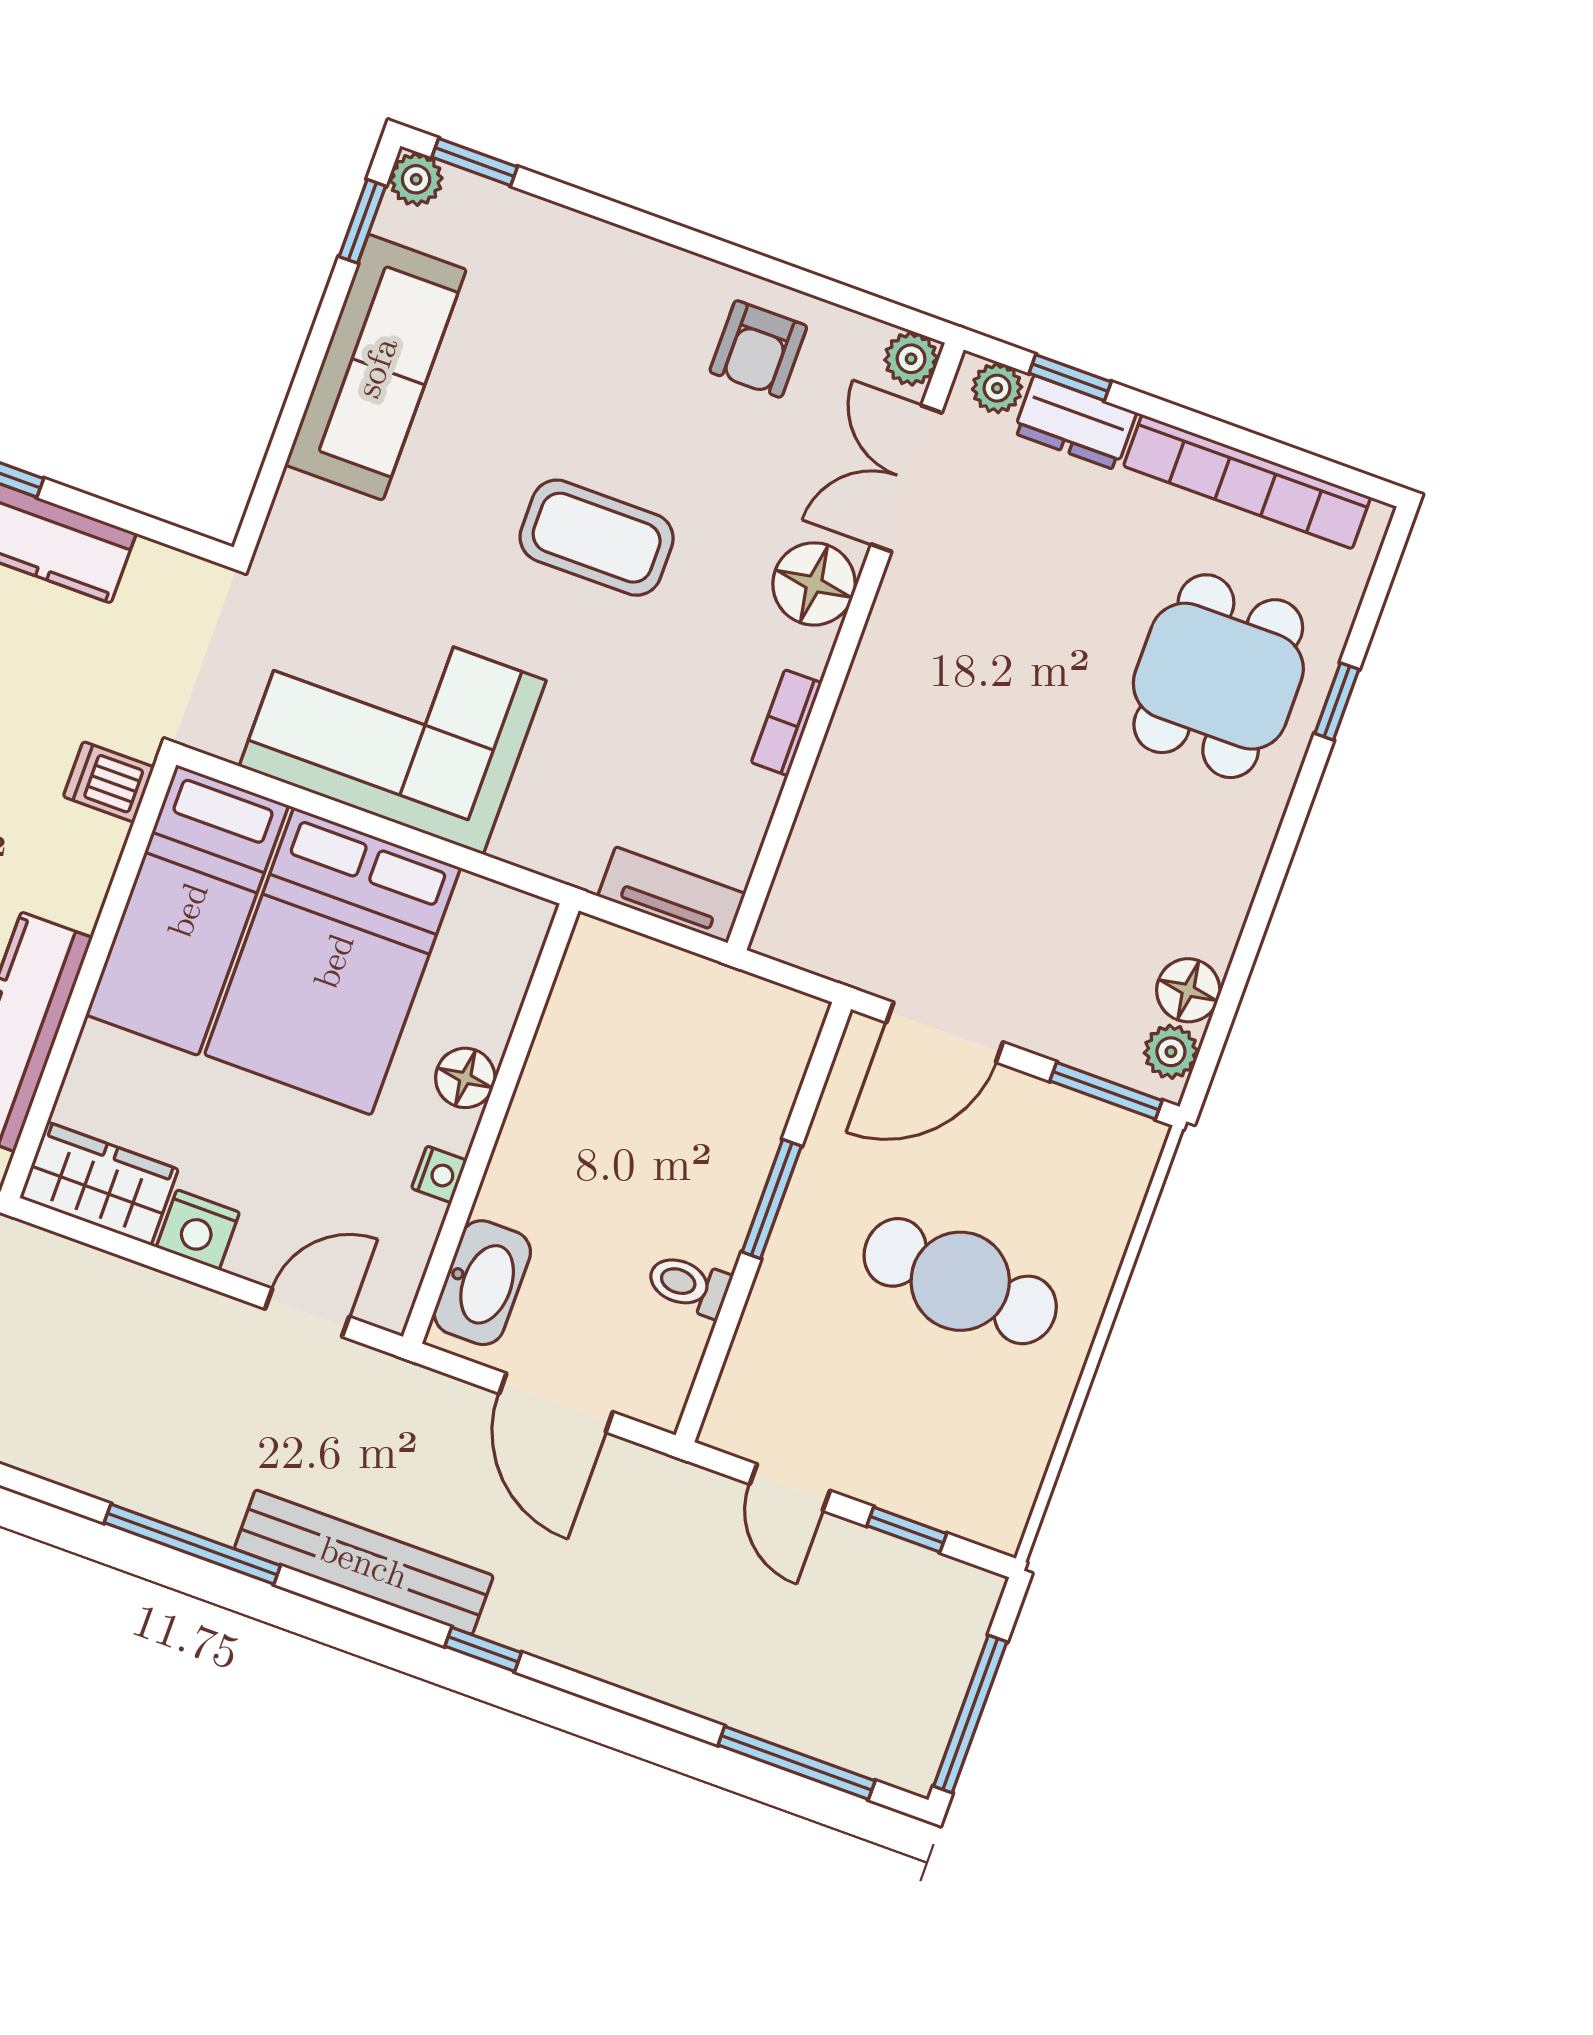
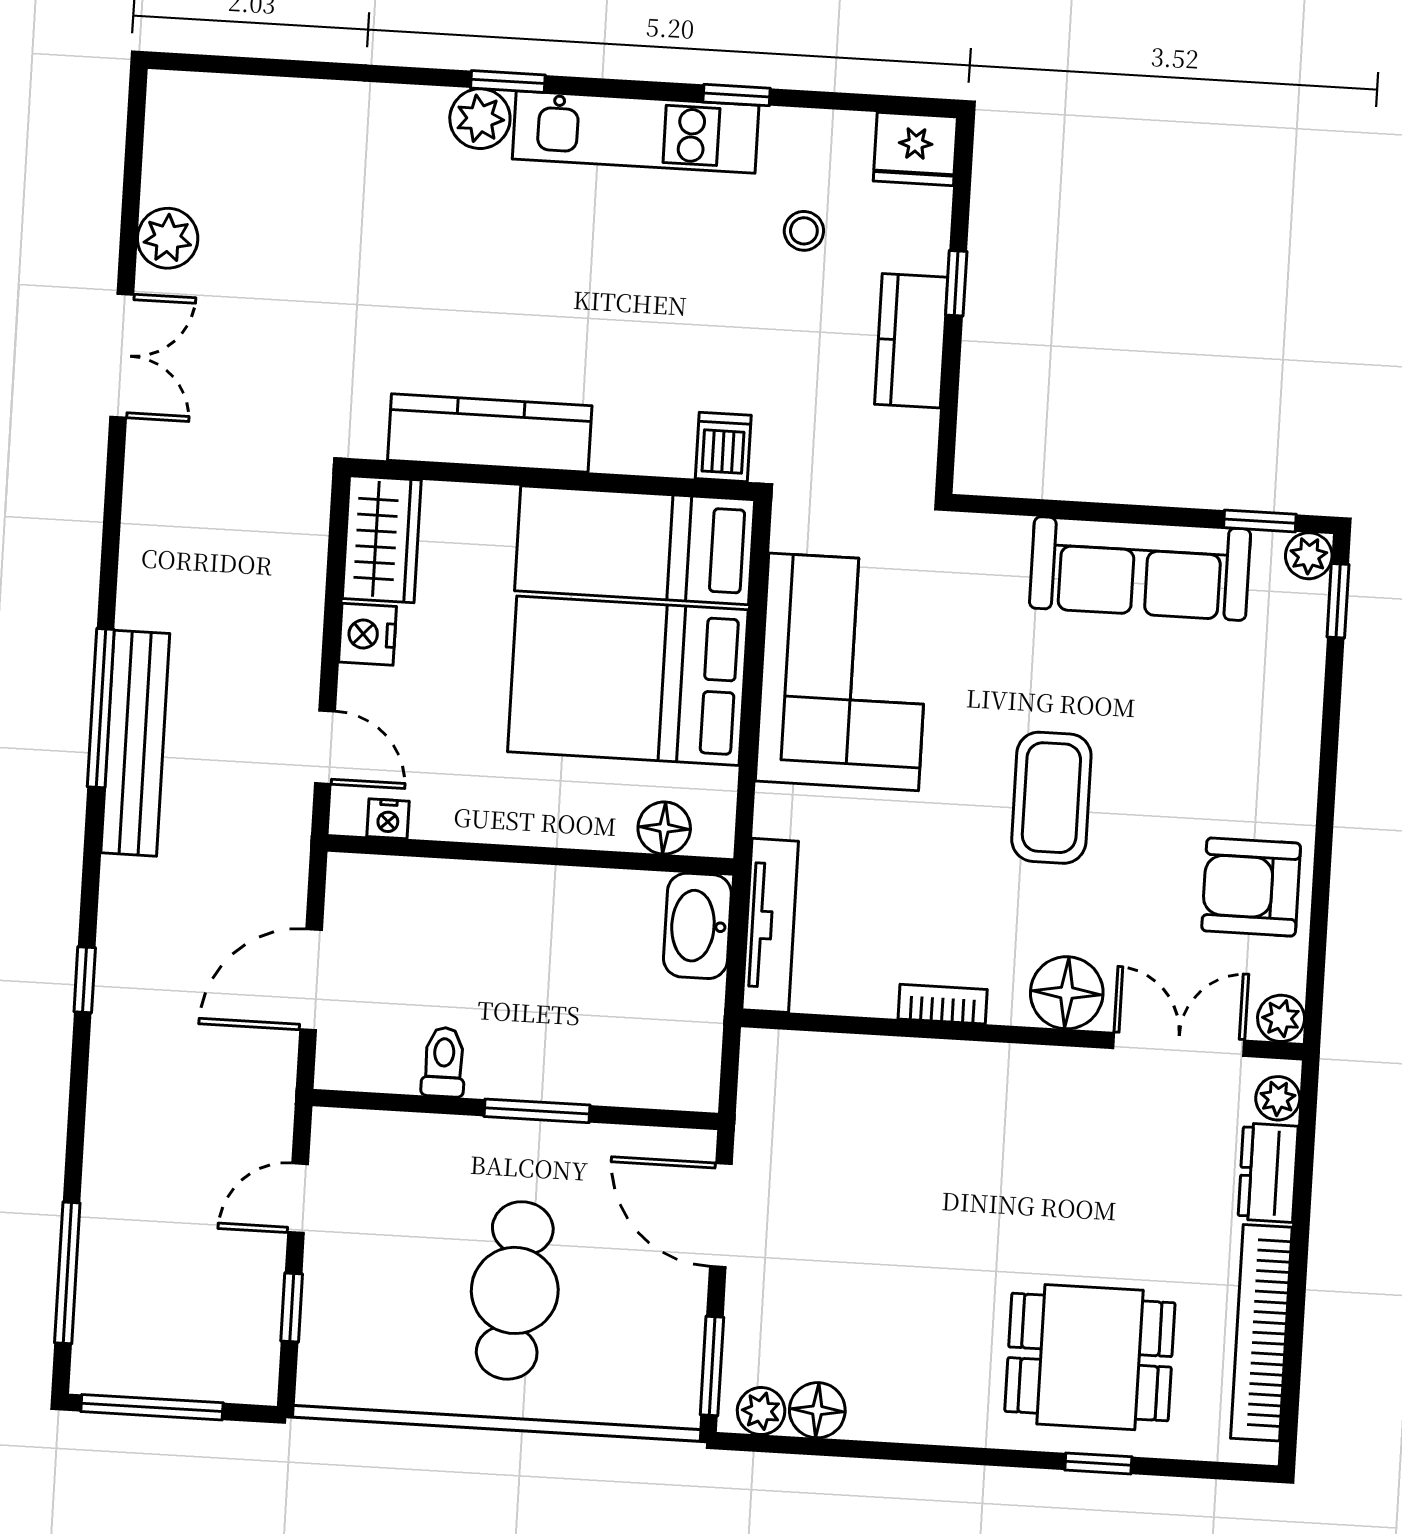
armchair: (758, 349) -> (1251, 887), width x1.38, depth x1.38
window: (1070, 378) -> (1305, 1157), removed
tv unit: (672, 895) -> (770, 925), width x1.41
floor lamp: (465, 1078) -> (664, 828), moved
nightstand: (439, 1174) -> (388, 819), moved
washbasin: (482, 1283) -> (697, 926), moved, turned 90
bench: (364, 1562) -> (135, 743), moved

